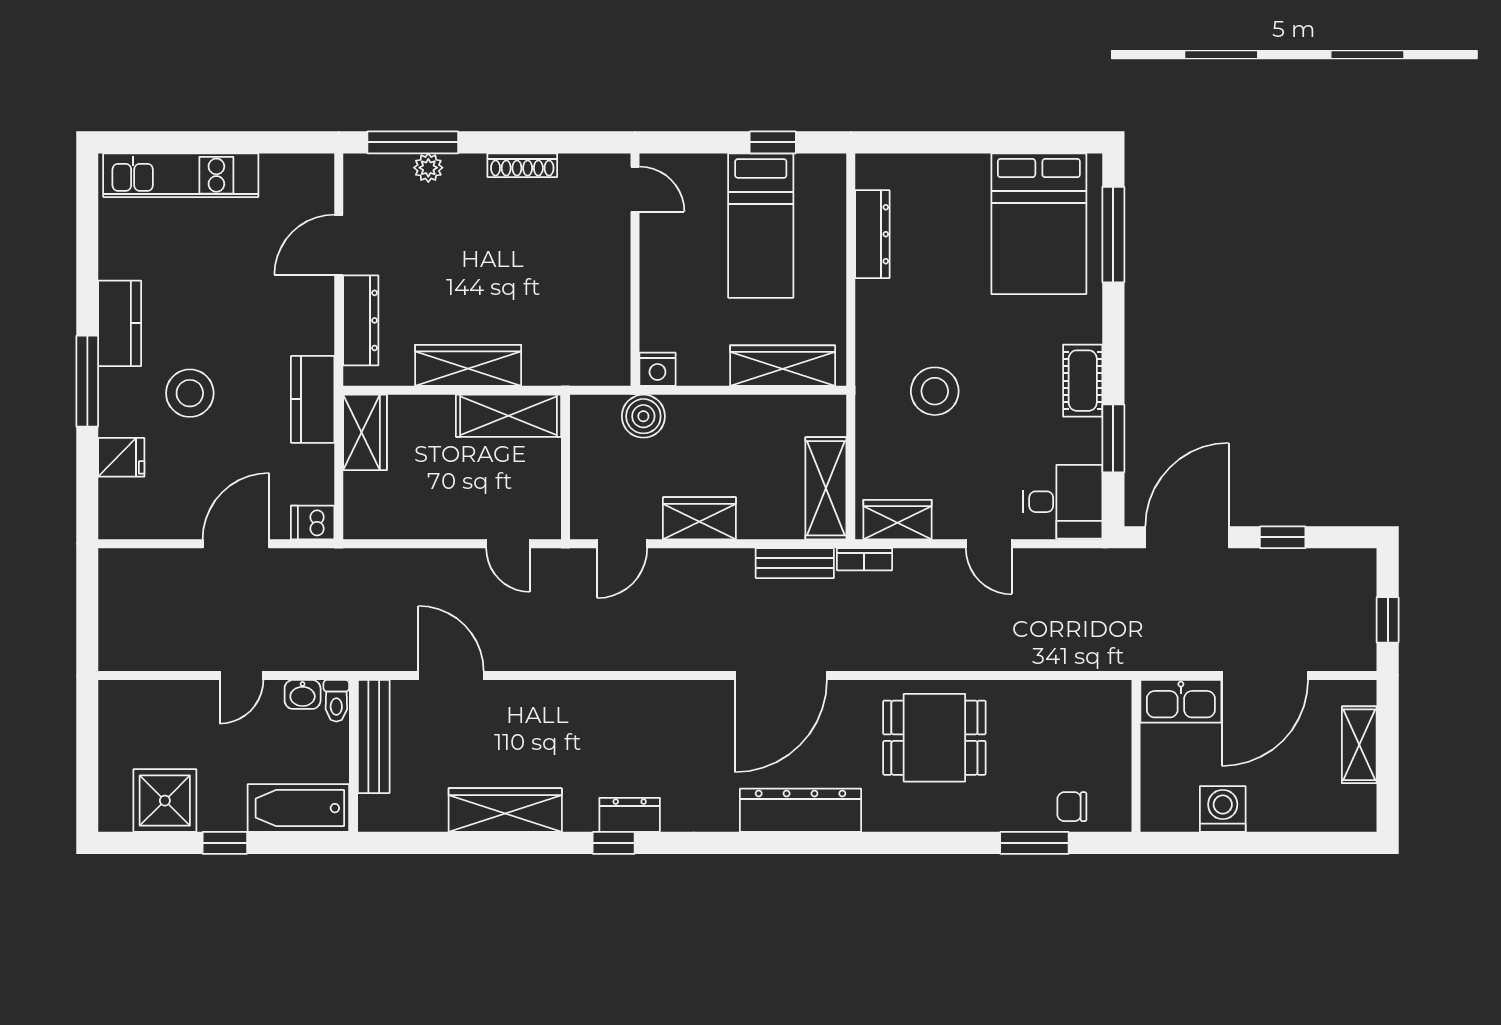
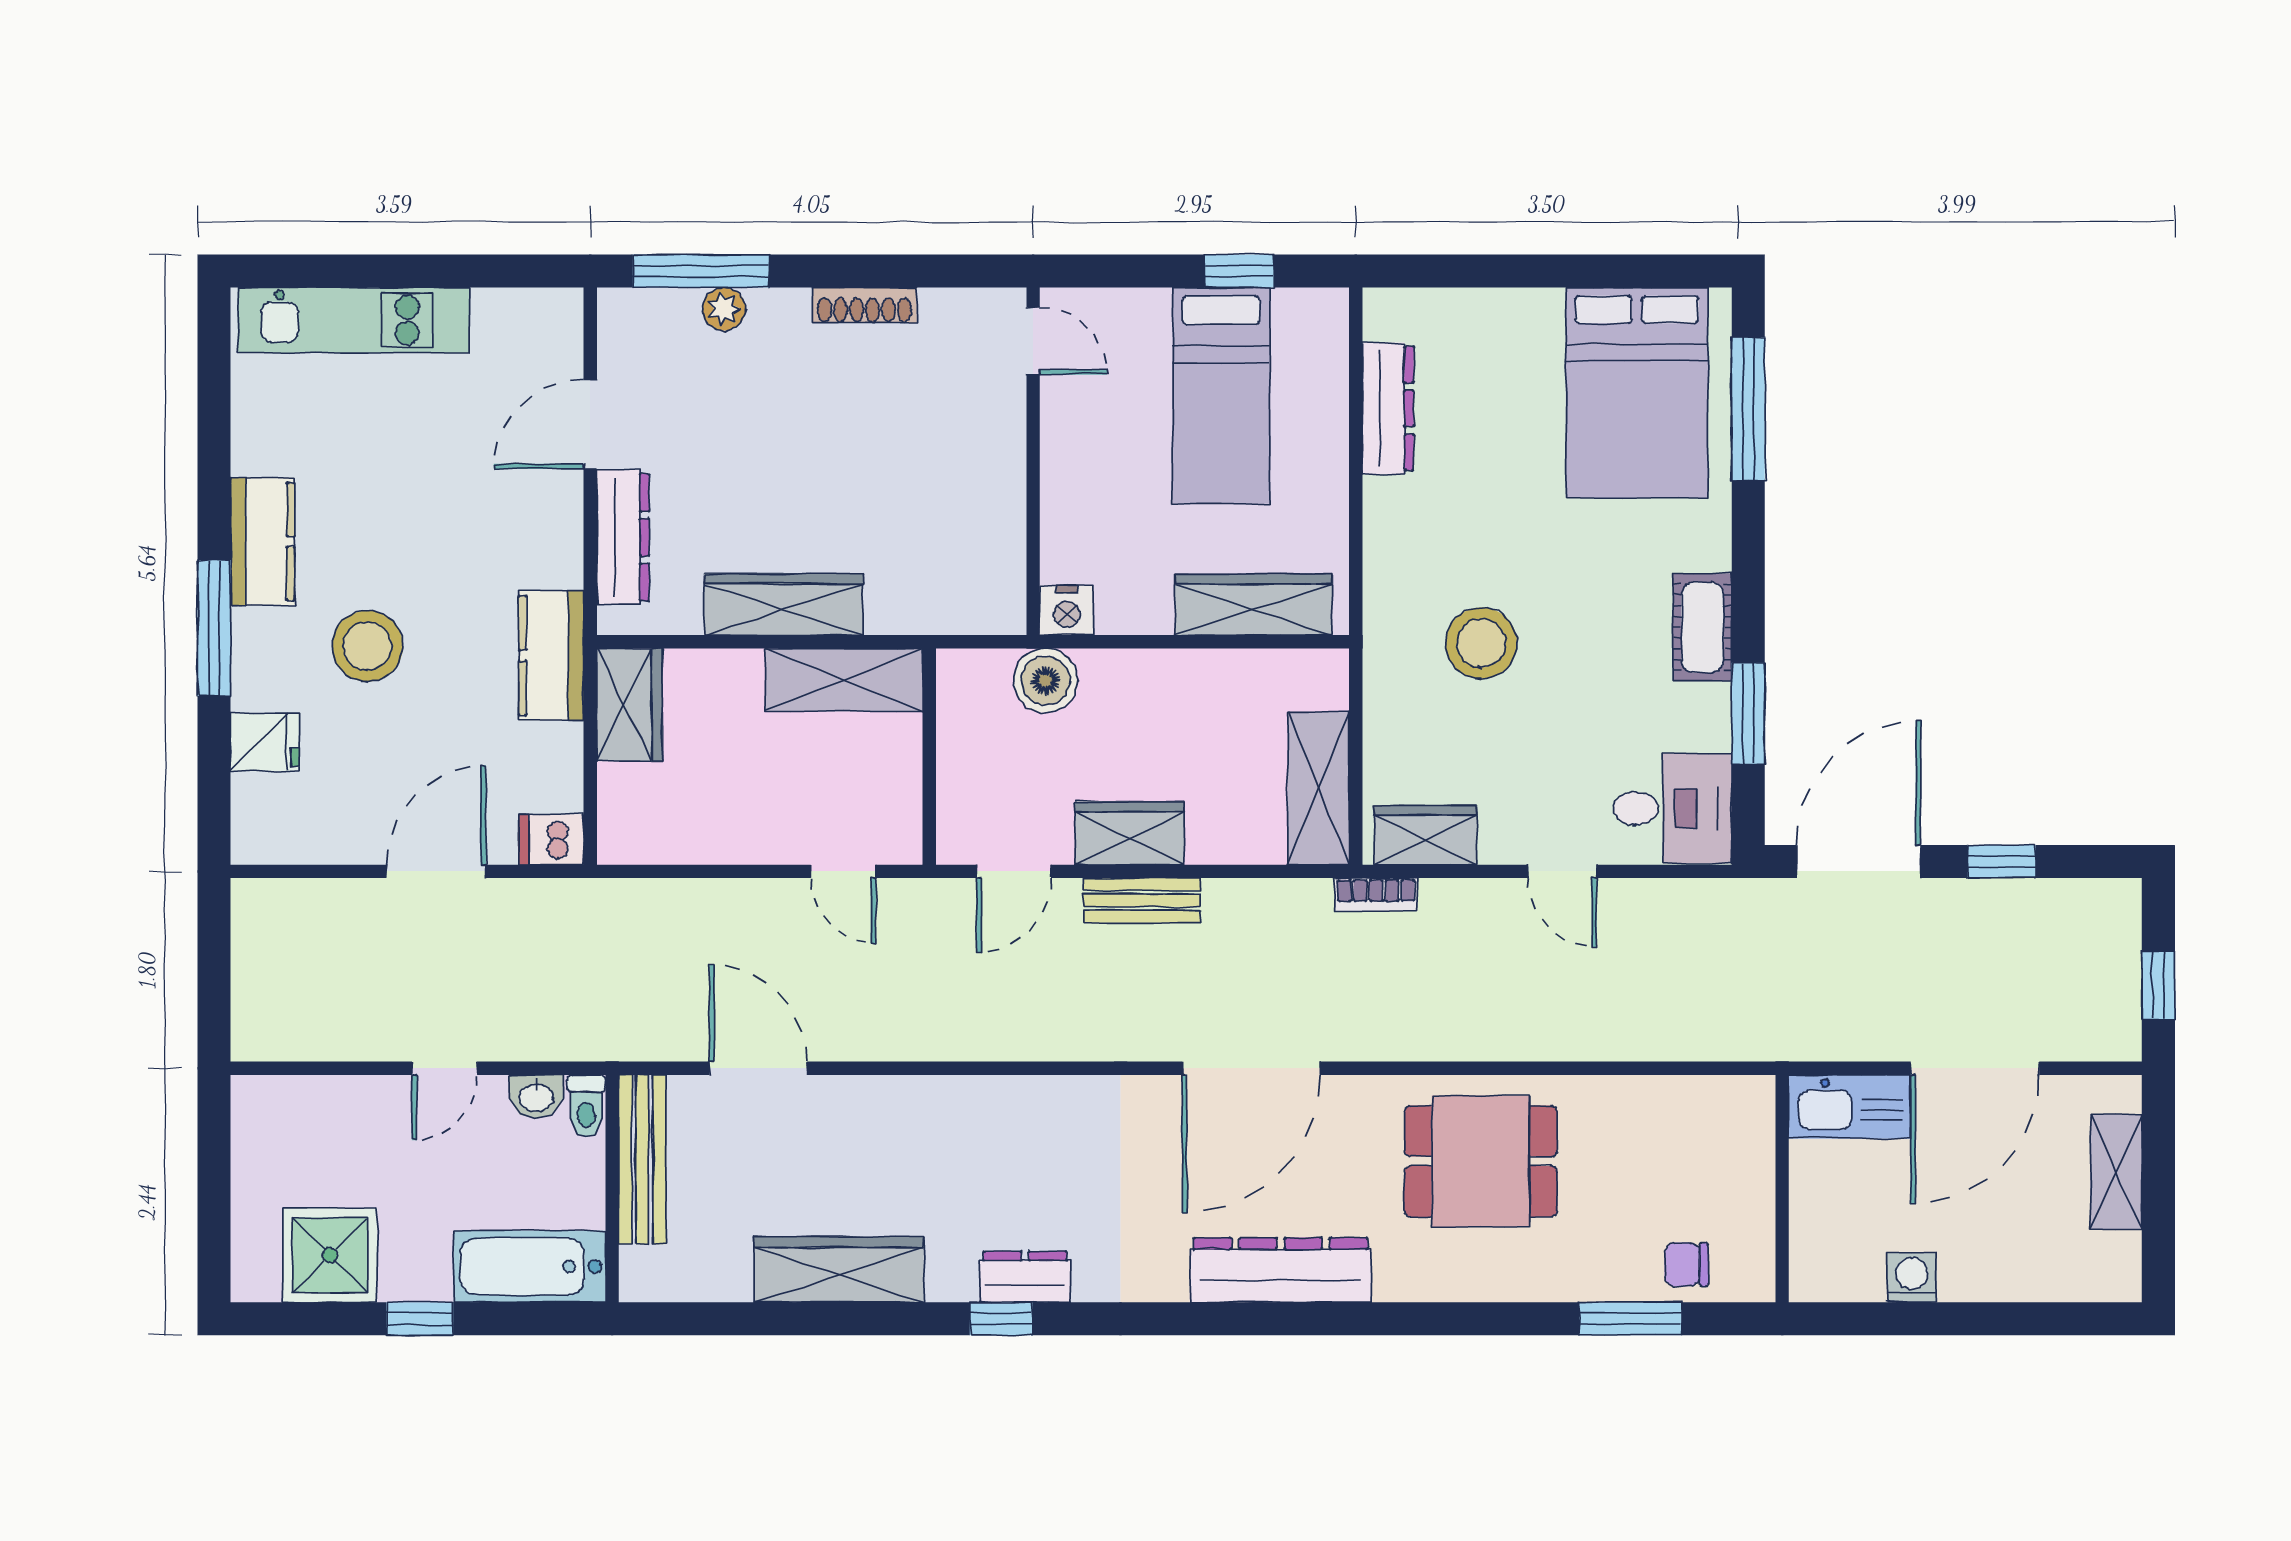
bench: (795, 563) -> (1142, 900), moved
washing machine: (1223, 809) -> (1912, 1277), width x0.73, depth x0.73

